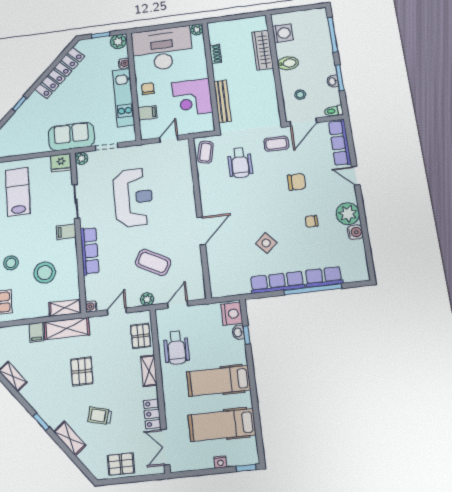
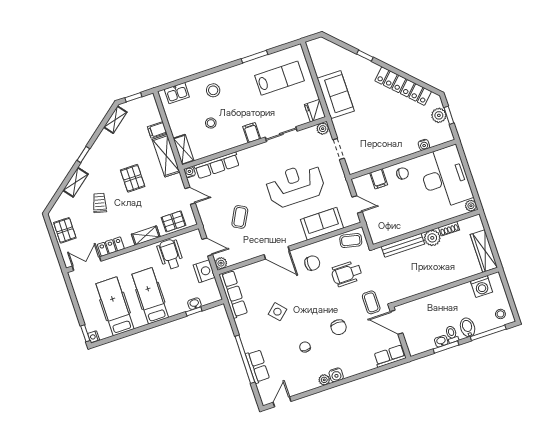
plant: (118, 42) -> (439, 115), moved
wardrobe: (263, 50) -> (484, 251), moved, turned -90
bidet: (288, 63) -> (468, 327), moved, turned 180
plant: (221, 72) -> (432, 238), added
stool: (300, 95) -> (500, 314), moved
kitchen unit: (124, 98) -> (389, 153), removed
corner desk: (192, 98) -> (401, 217), removed
toilet: (334, 111) -> (452, 334), moved
sofa: (71, 136) -> (336, 95), moved
row of seats: (340, 143) -> (390, 356), width x0.68
door: (356, 176) -> (282, 402), moved
sofa: (181, 178) -> (322, 224), added
chair: (221, 196) -> (312, 263), added
reception desk: (133, 197) -> (295, 185), turned 180
plant: (348, 214) -> (324, 380), width x0.53, depth x0.53
water cooler: (355, 232) -> (336, 375), moved
row of seats: (90, 251) -> (217, 165), moved
coffee table: (153, 262) -> (240, 217), width x0.73, depth x0.77
stool: (45, 273) -> (211, 123), width x0.53, depth x0.53
row of seats: (277, 282) -> (233, 294), moved
plant: (147, 299) -> (221, 263), moved
nightstand: (232, 314) -> (204, 271), moved, turned -90
wheelchair: (176, 348) -> (170, 254), turned 90
pallet: (82, 371) -> (133, 178), turned 90
nightstand: (220, 462) -> (94, 337), moved

